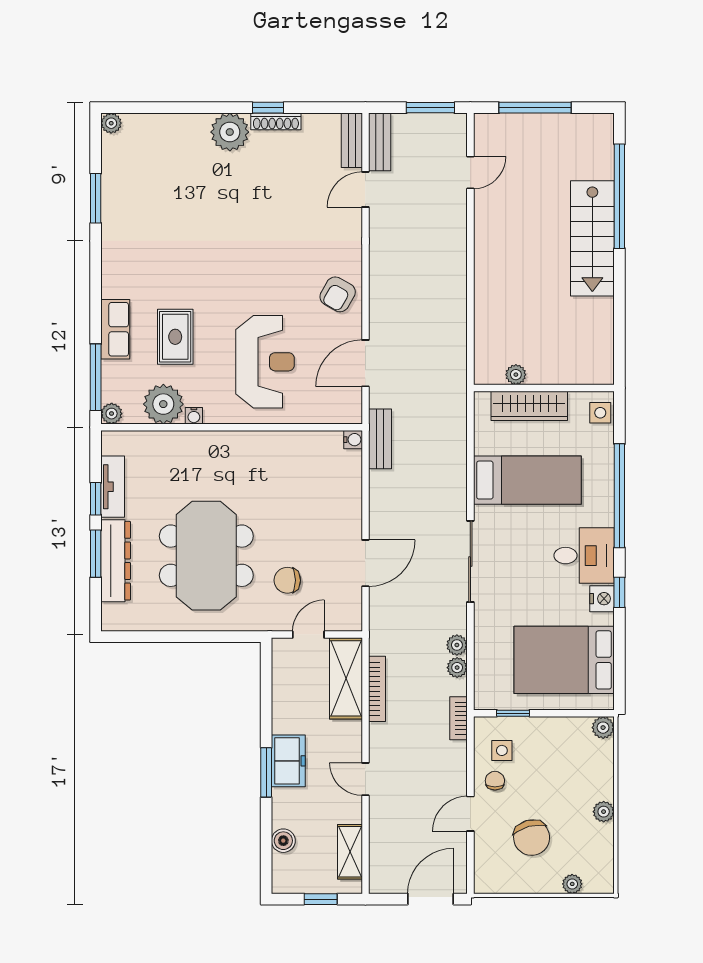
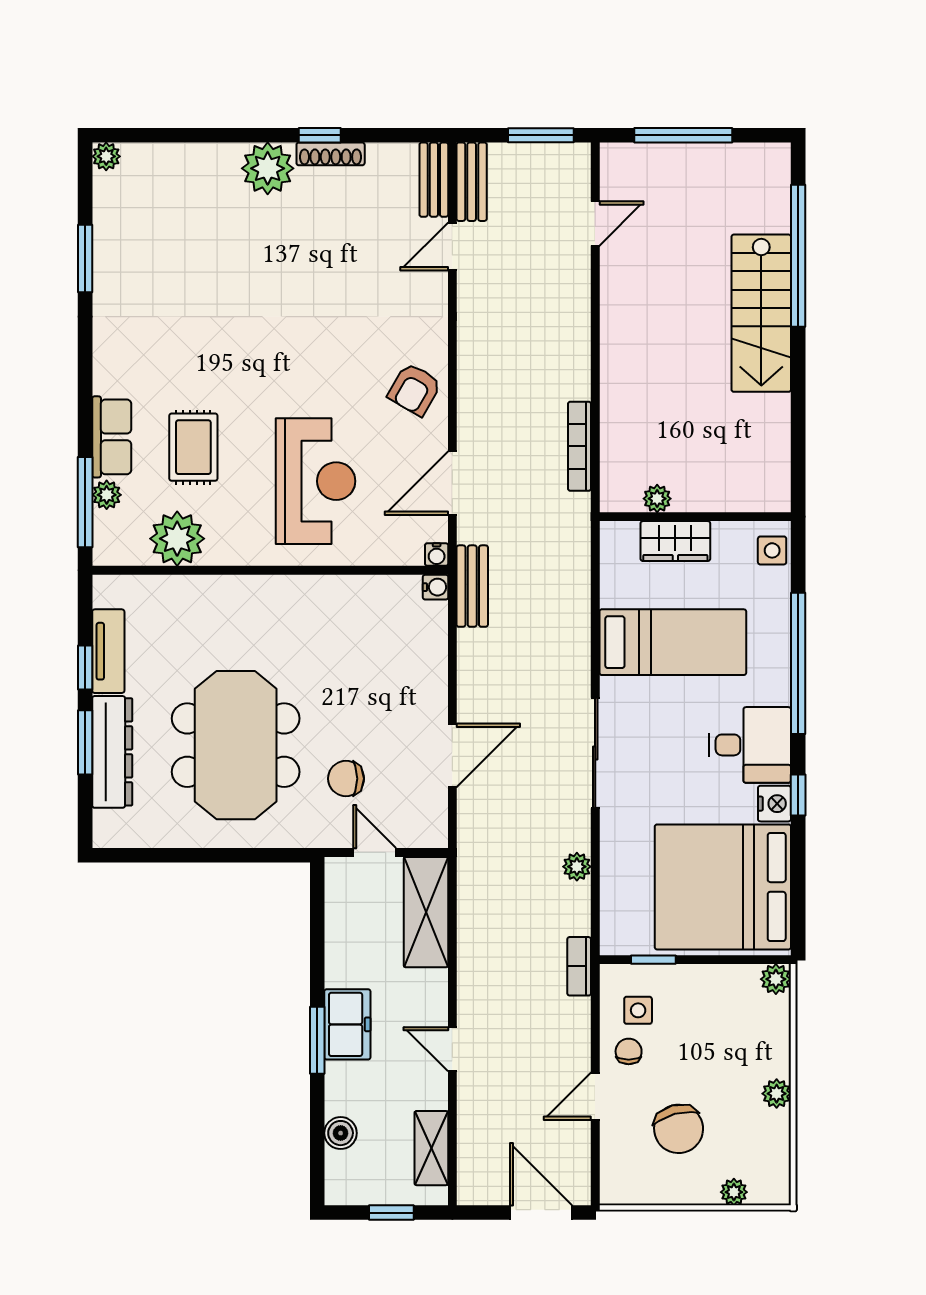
wardrobe: (529, 406) -> (675, 541), width x0.67
plant: (112, 414) -> (107, 495), moved
water cooler: (194, 416) -> (437, 555), moved
door: (308, 635) -> (375, 852), hinge flipped
bed: (564, 660) -> (723, 887), width x1.36
plant: (457, 668) -> (577, 897), removed
bookcase: (377, 689) -> (579, 446), moved, turned 180
door: (431, 899) -> (541, 1213), hinge flipped

